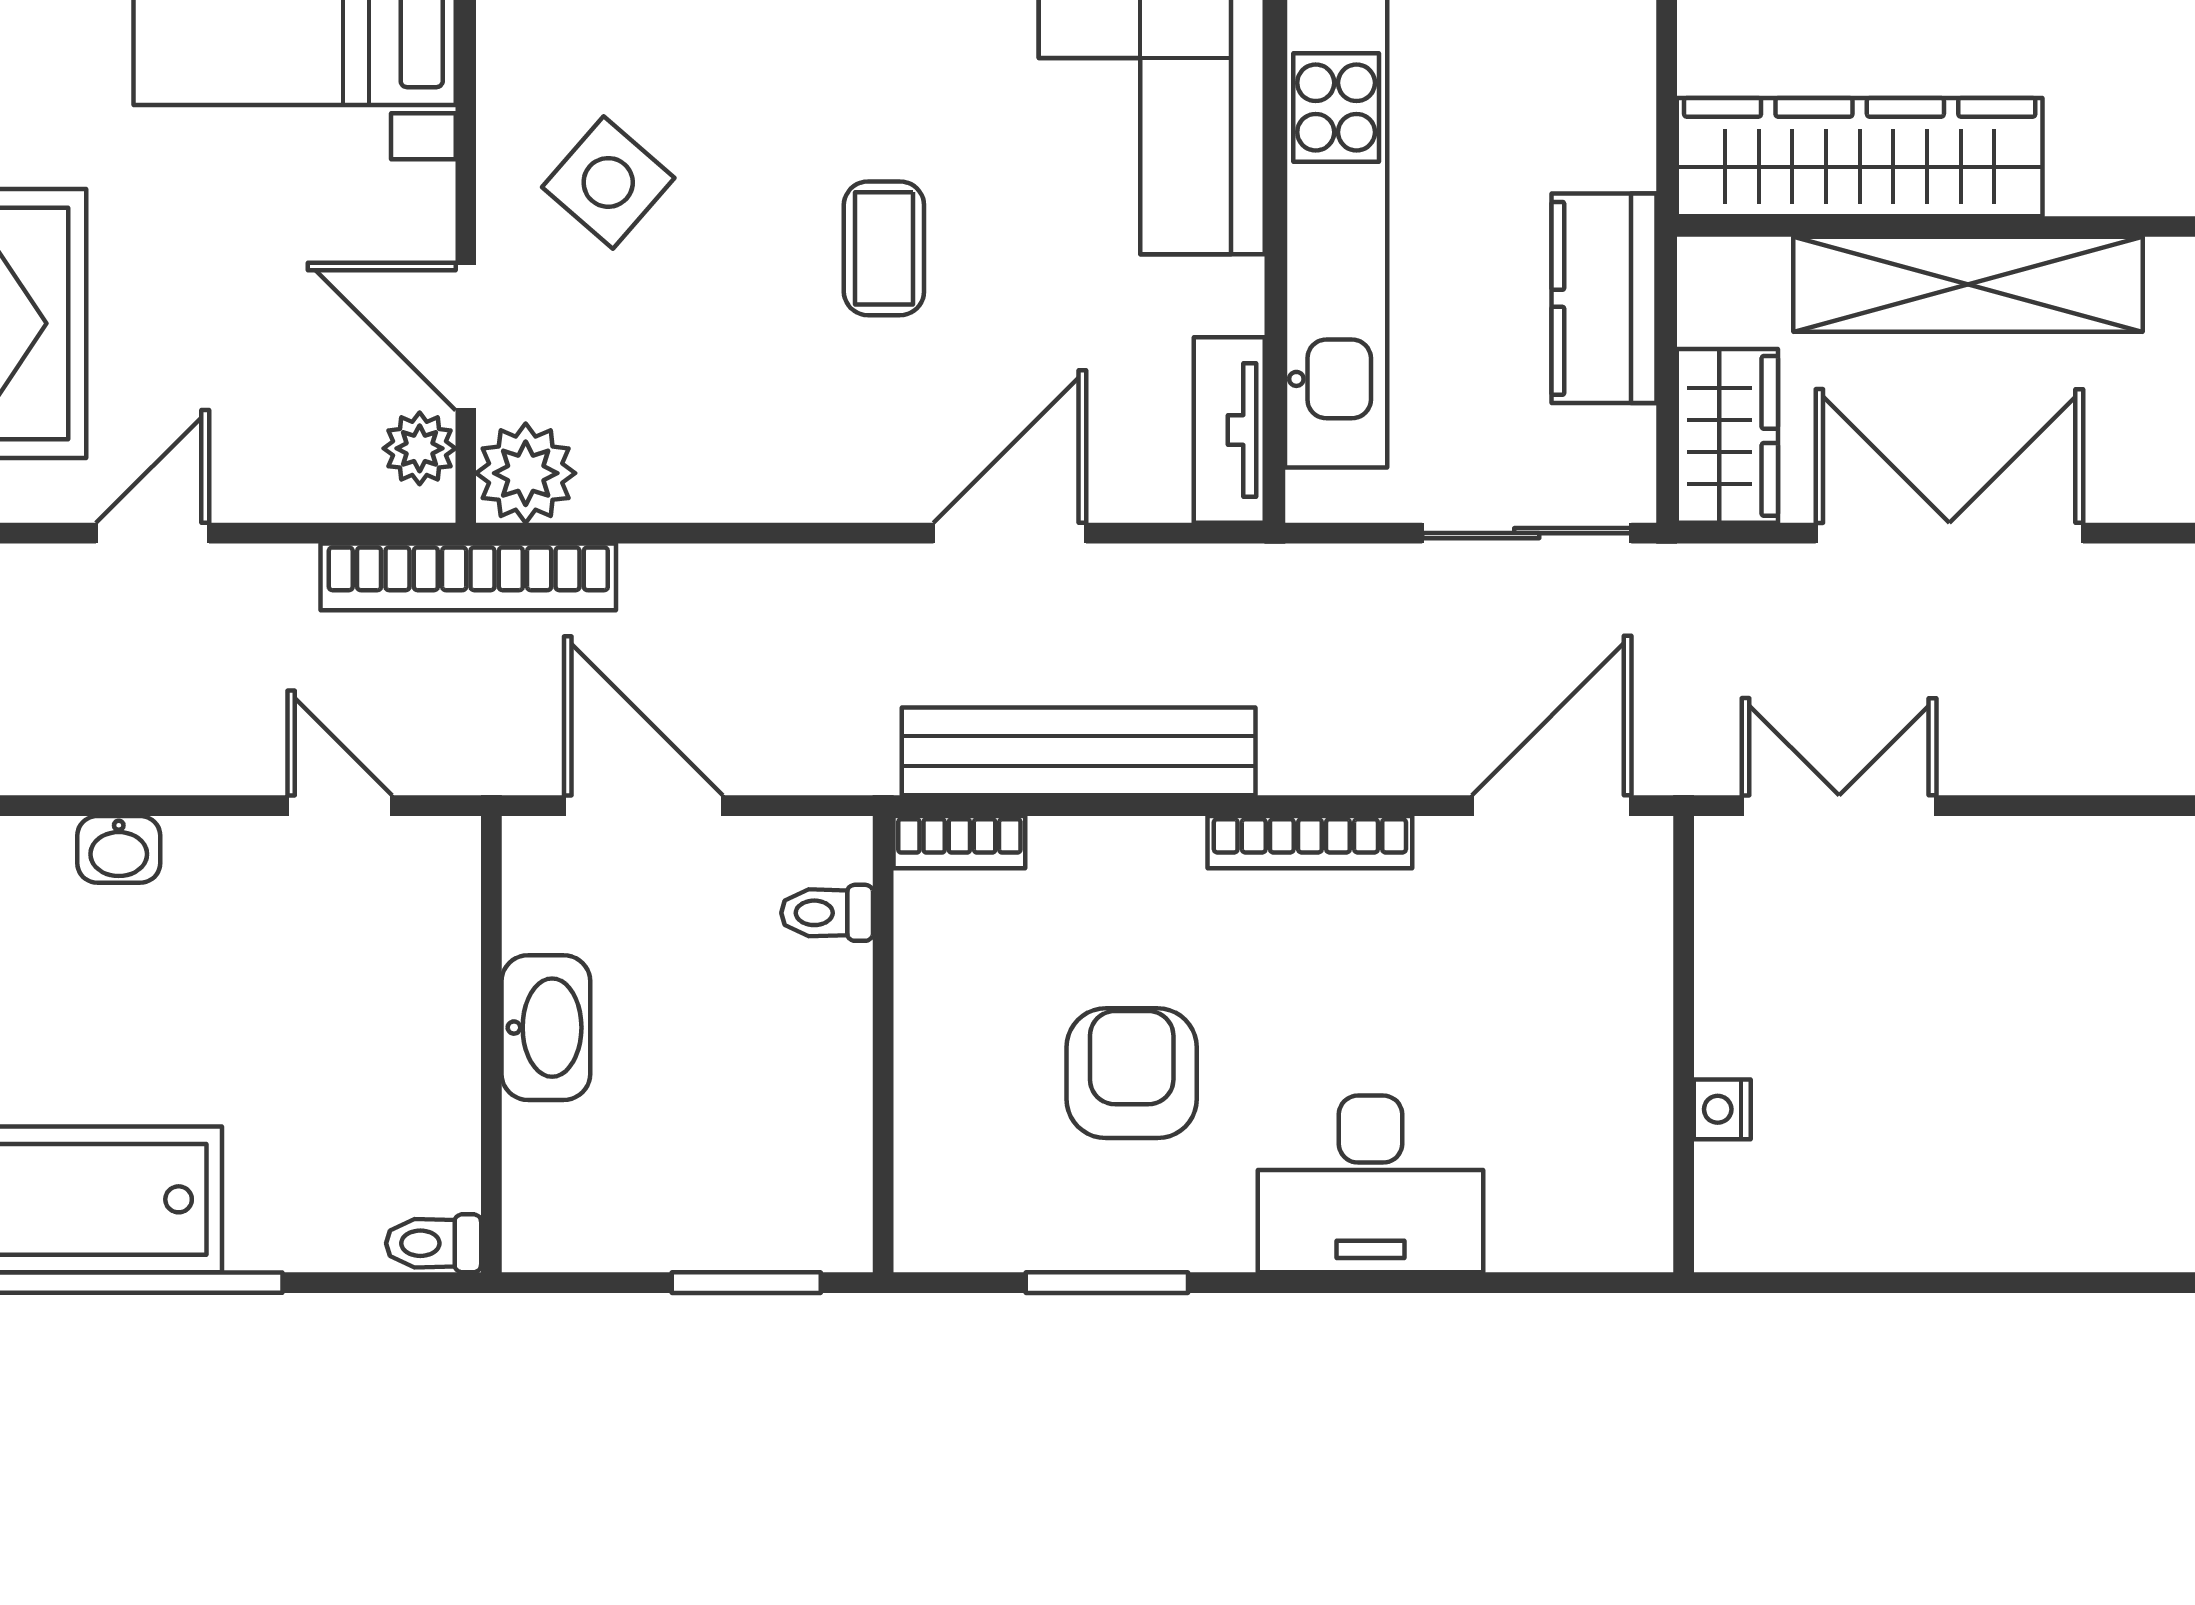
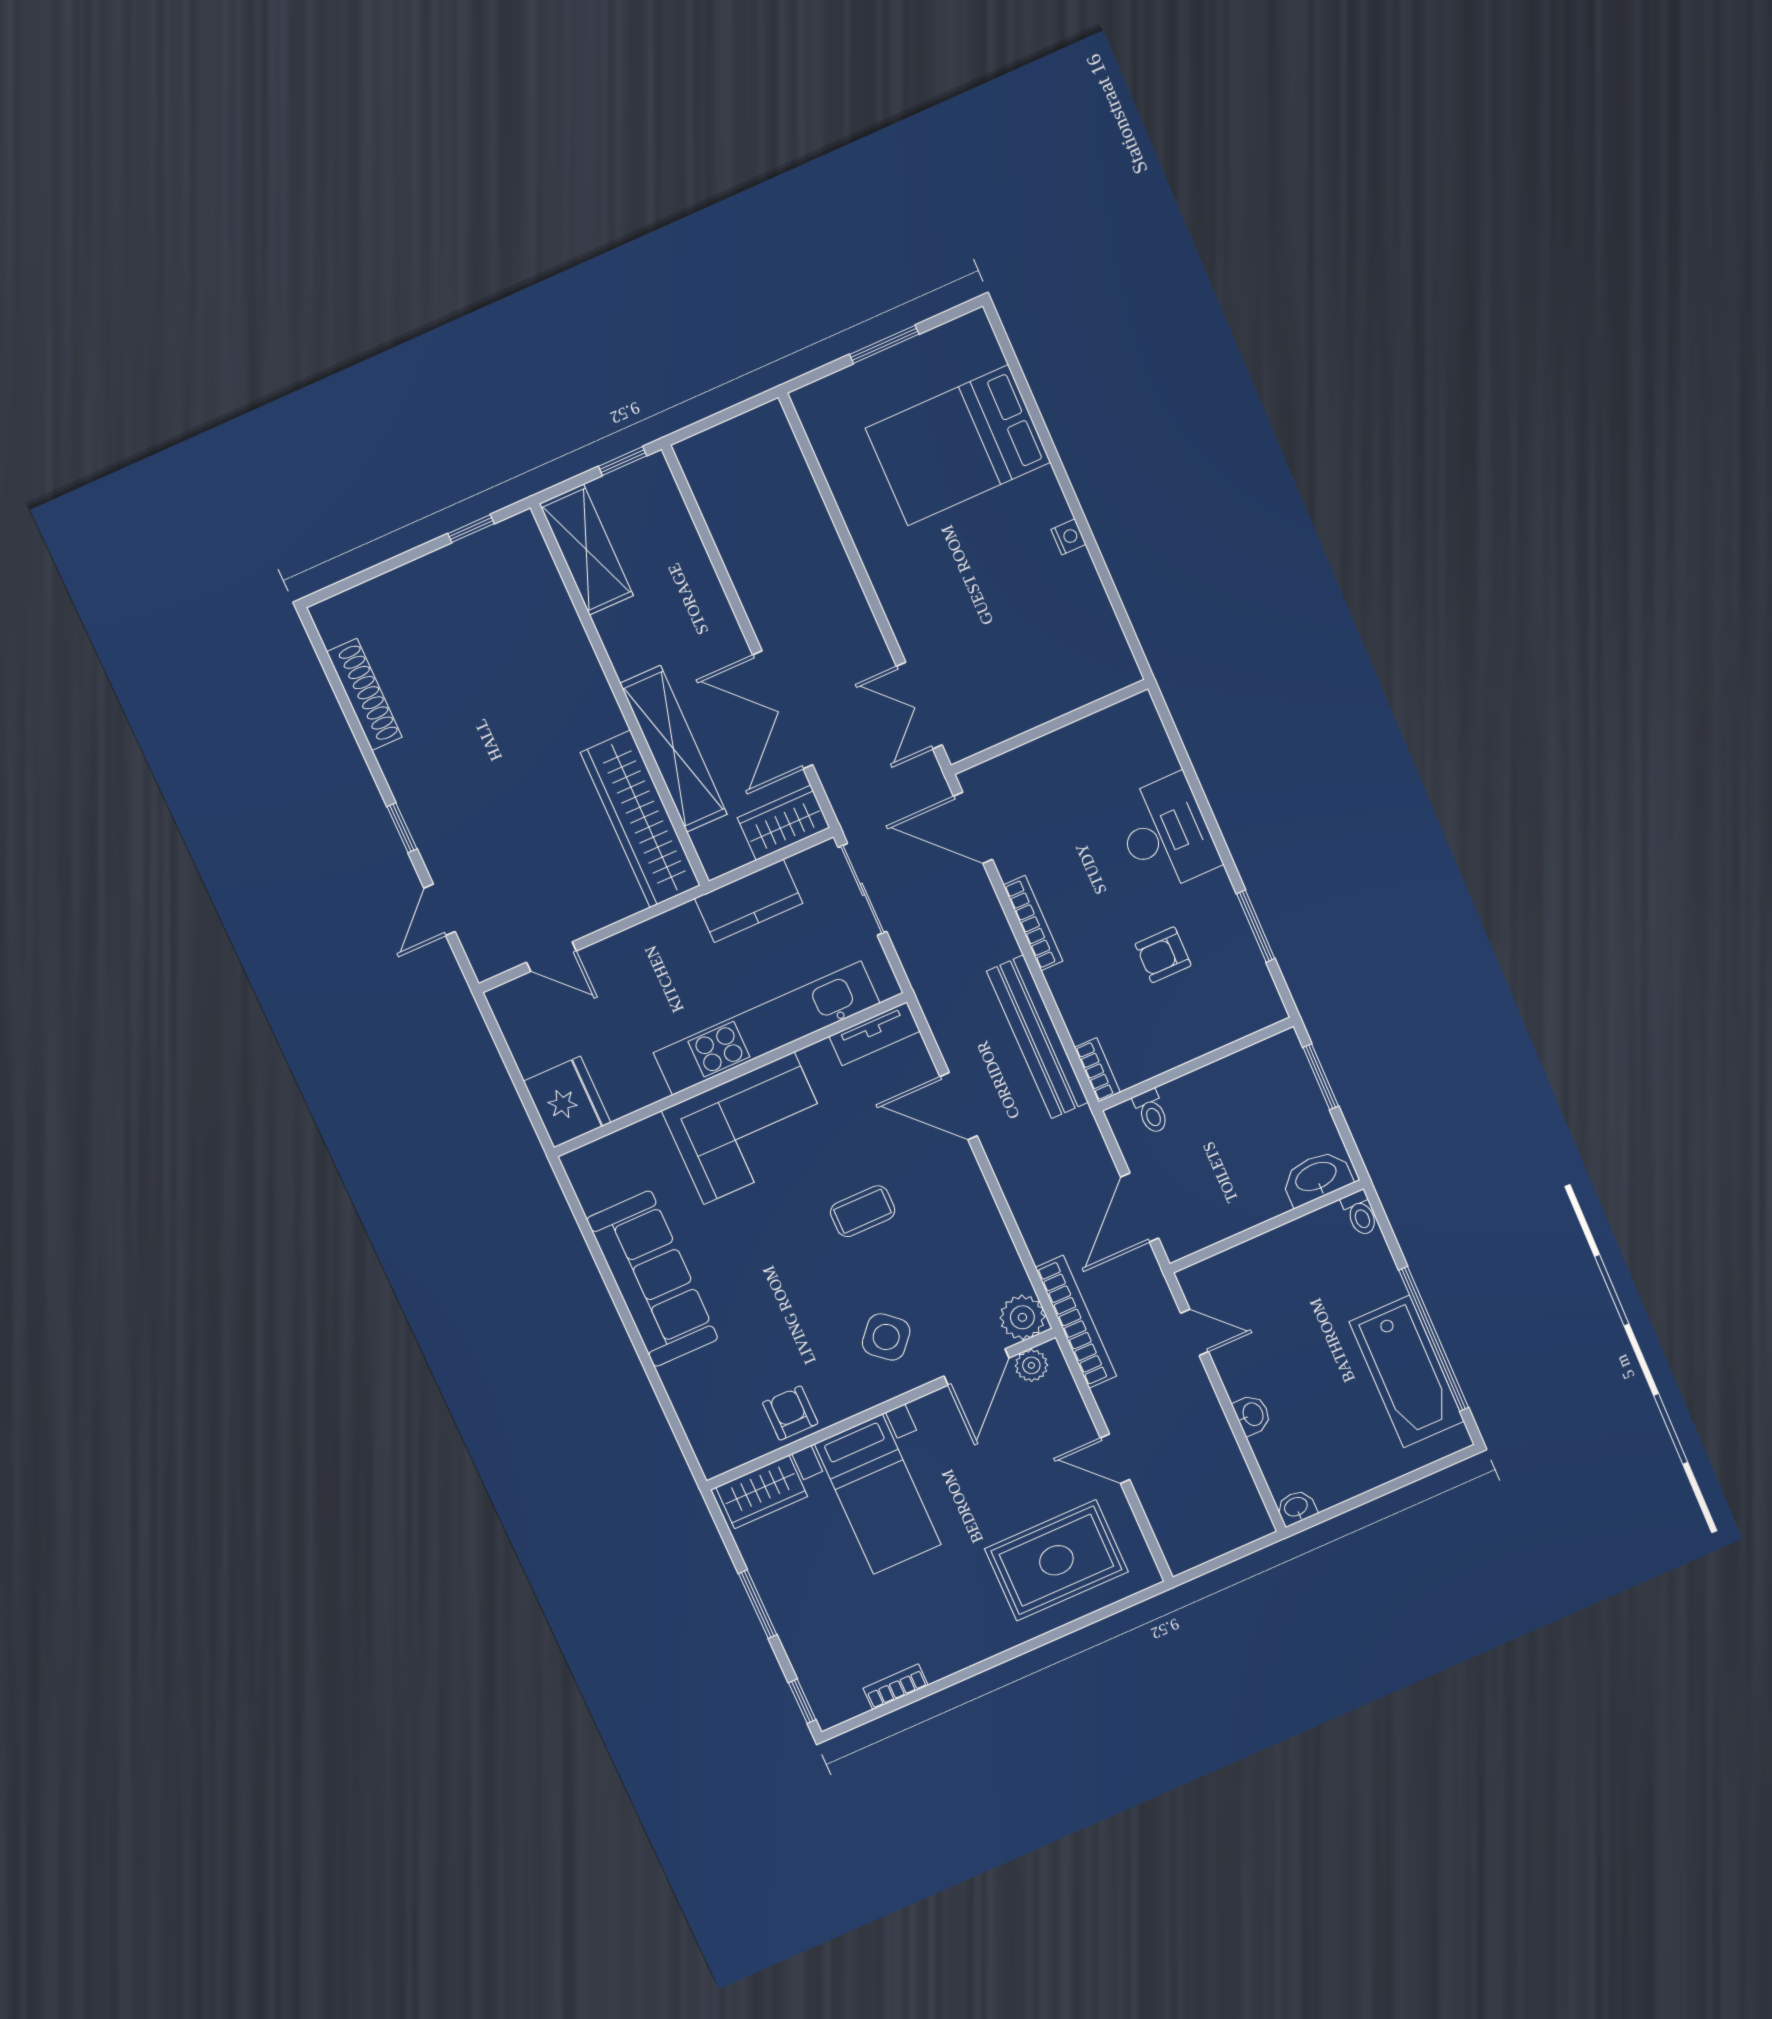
door: (340, 806) -> (1195, 1332), swing flipped
washbasin: (546, 1028) -> (1316, 1178), moved
armchair: (1132, 1073) -> (1163, 955), width x0.72, depth x0.72
nightstand: (1722, 1109) -> (1068, 537), moved, turned -90

